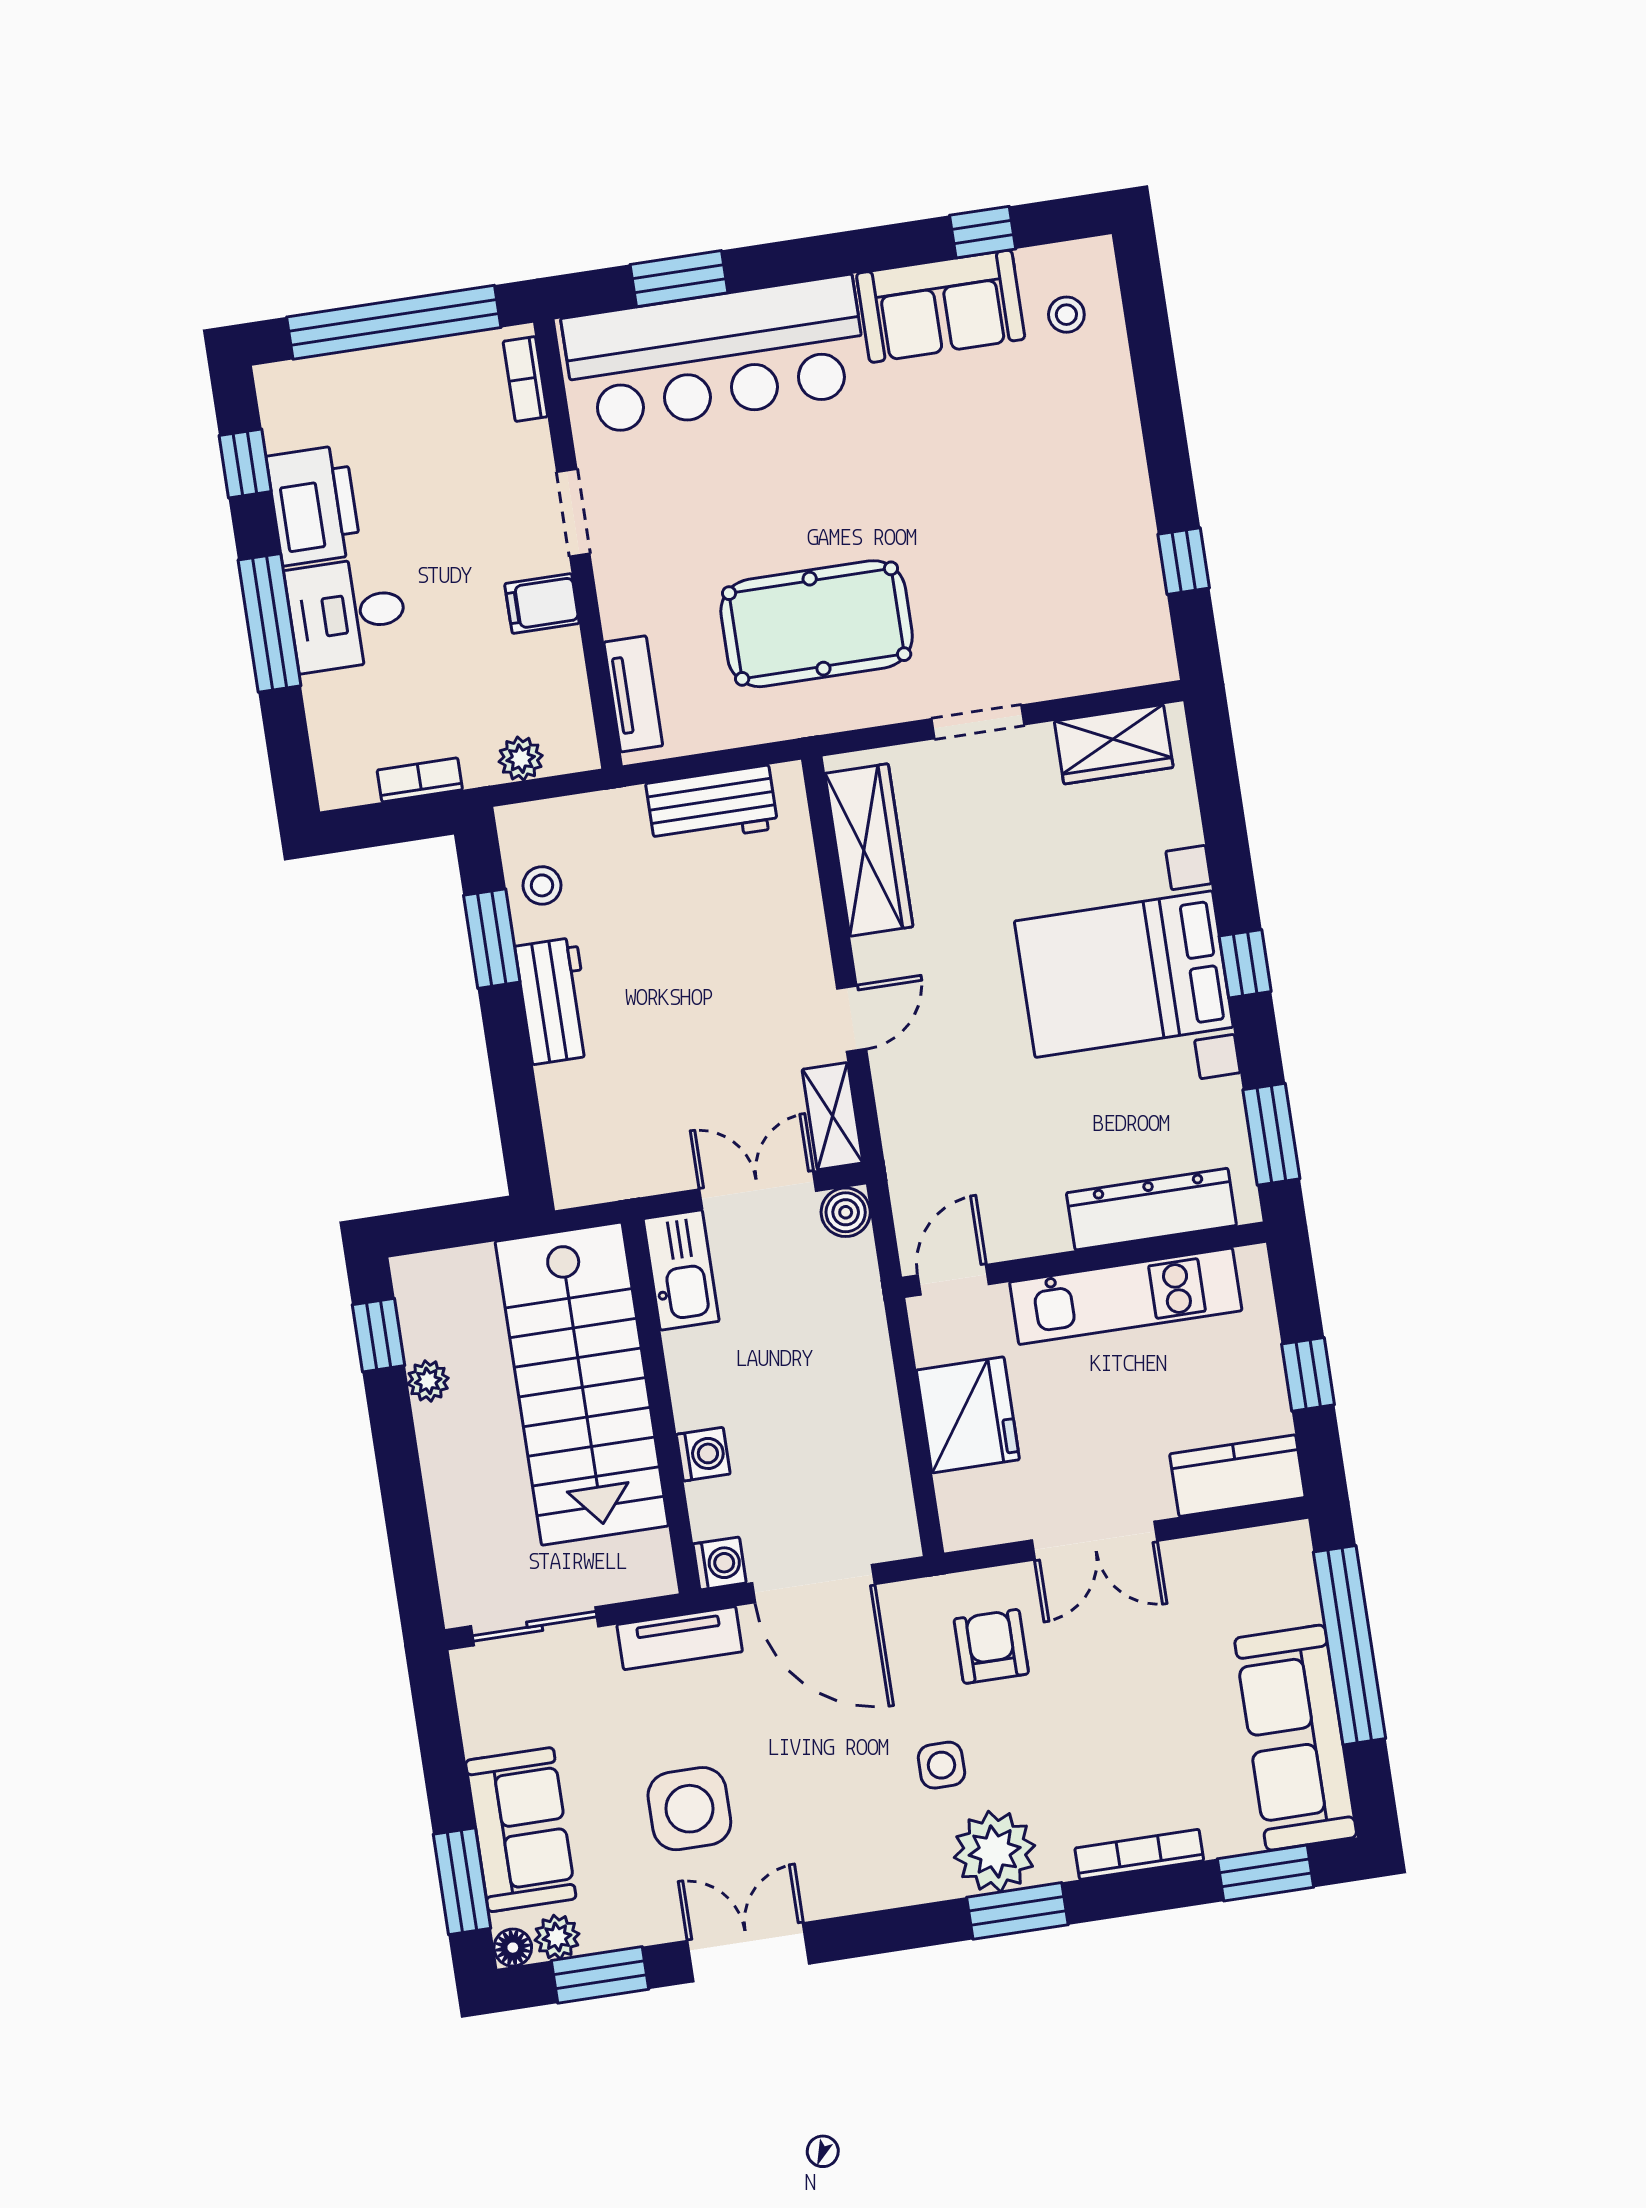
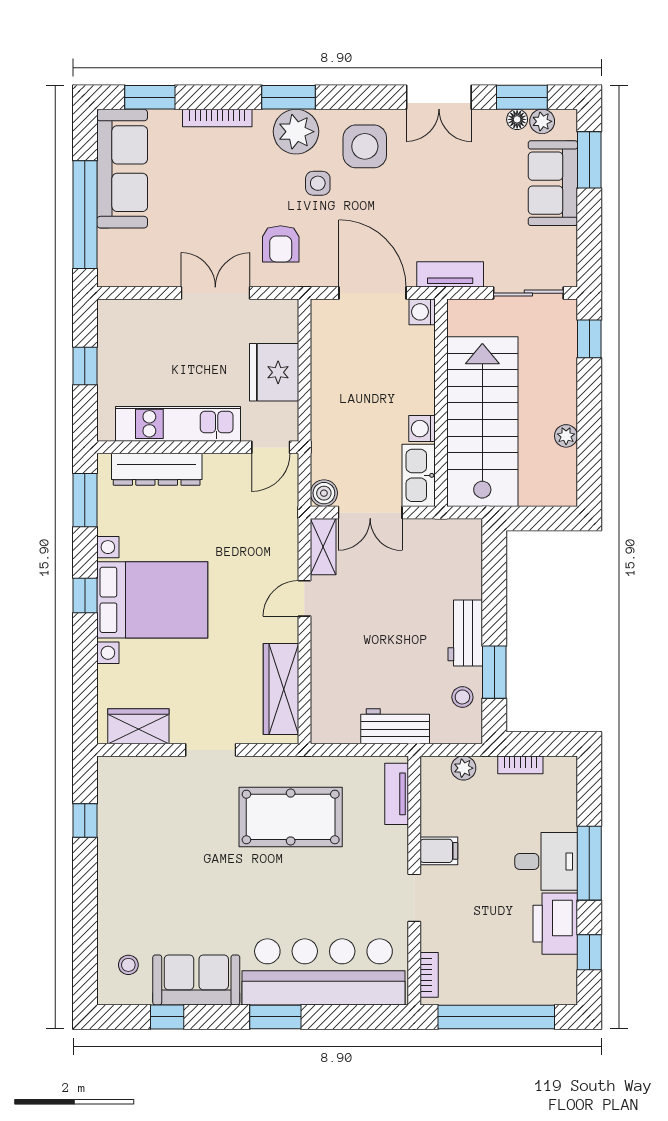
window: (679, 279) -> (275, 1017), moved
workbench: (712, 806) -> (395, 726), moved
window: (378, 1335) -> (589, 339), moved
washing machine: (703, 1454) -> (422, 429), moved
kitchen counter: (1237, 1476) -> (132, 317), removed
side table: (689, 1809) -> (365, 146), moved
floor lamp: (513, 1948) -> (517, 119), moved

